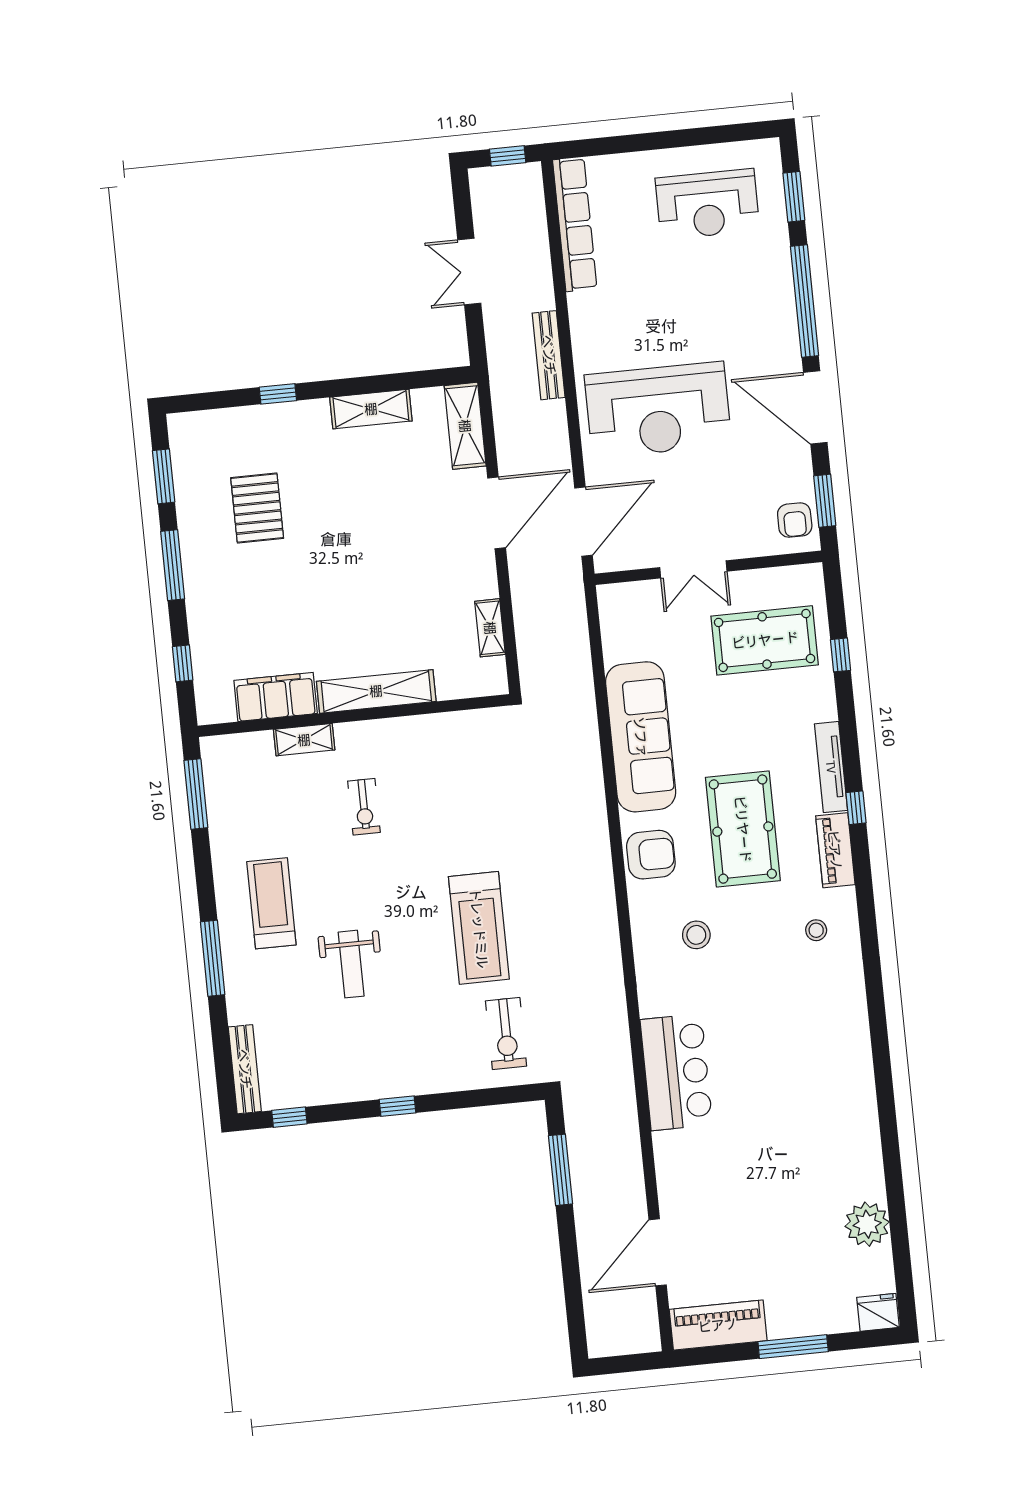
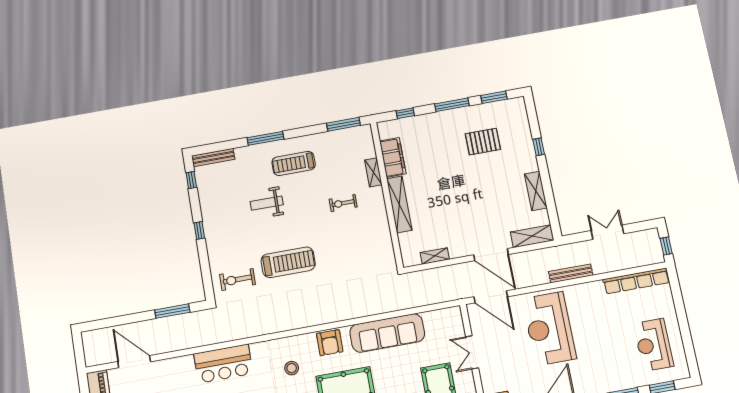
treadmill: (271, 903) -> (294, 163), turned 180
treadmill: (479, 928) -> (288, 262), turned 180

